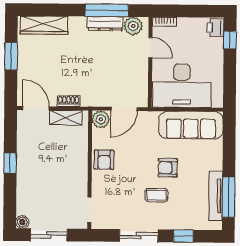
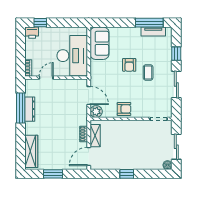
plant: (133, 26) -> (31, 90), removed
sofa: (191, 125) -> (99, 43), width x0.73
tv unit: (216, 196) -> (153, 32), width x0.71

